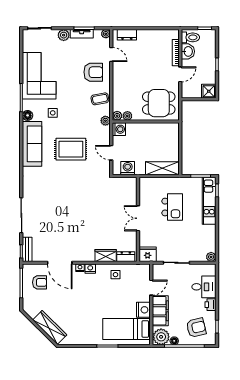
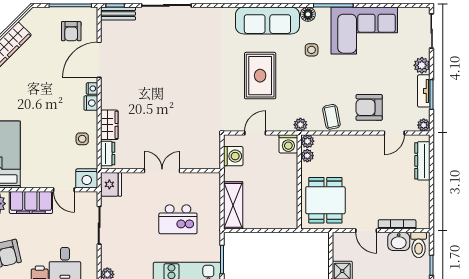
dresser: (127, 35) -> (422, 161), width x1.44
armchair: (93, 72) -> (369, 107), turned 90
nightstand: (143, 310) -> (87, 178), moved

